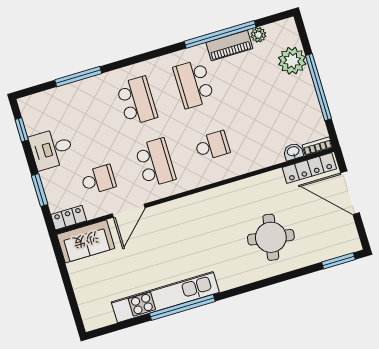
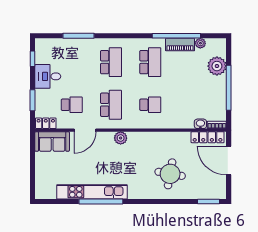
school desk: (194, 84) -> (150, 62), turned 180
plant: (184, 207) -> (121, 138), added

